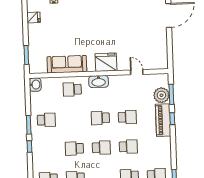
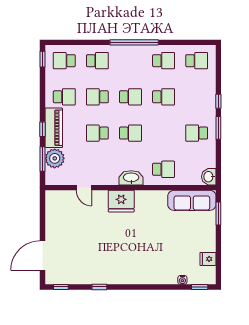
sofa: (67, 64) -> (192, 200), moved
school desk: (155, 146) -> (64, 97), added
school desk: (101, 148) -> (130, 97), turned 180

